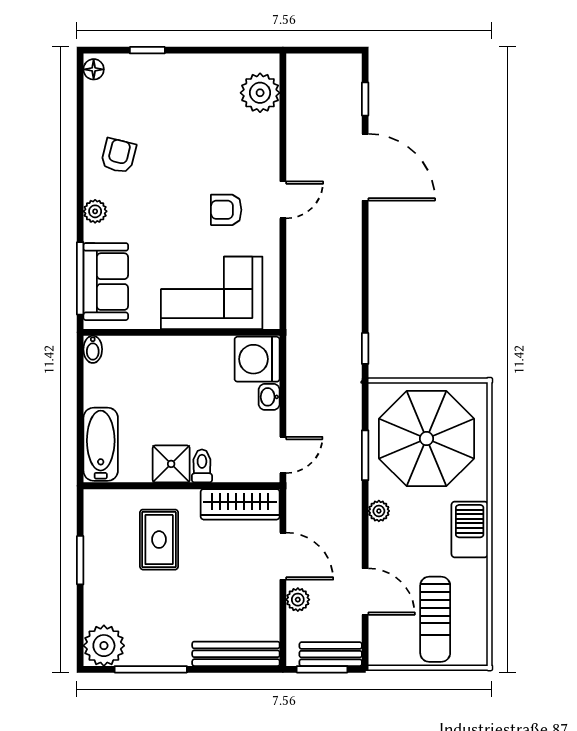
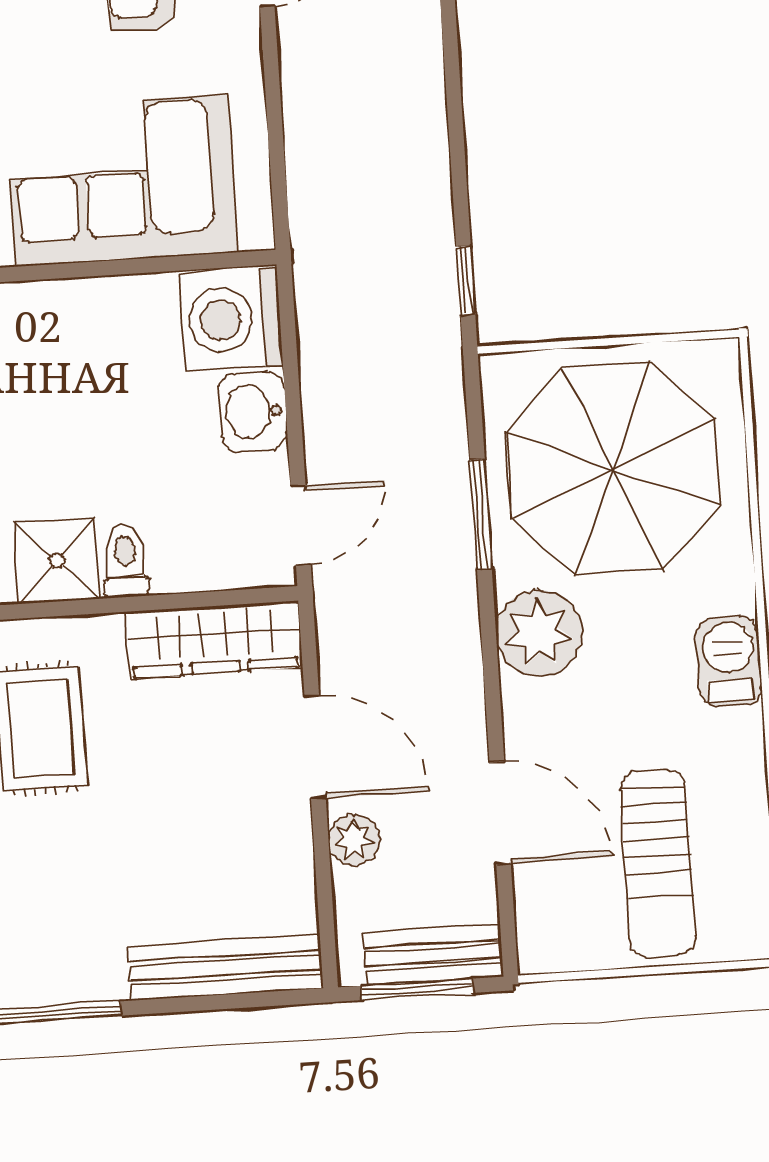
washbasin: (269, 397) -> (253, 412), width x1.38, depth x1.45
plant: (379, 511) -> (539, 633), width x1.88, depth x1.88
barbecue: (470, 529) -> (729, 662), width x0.73, depth x0.79

